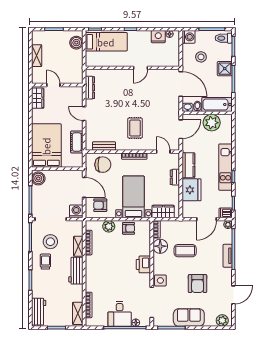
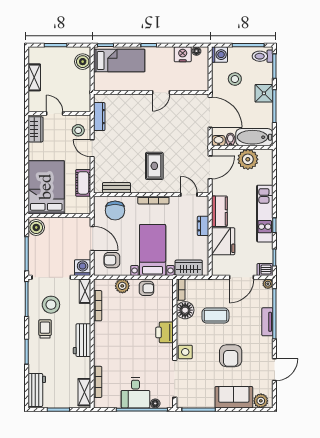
stool: (73, 99) -> (78, 130), added
chair: (103, 165) -> (115, 210), turned 90
shelving: (78, 246) -> (85, 291), moved
sofa: (189, 317) -> (234, 397), moved

